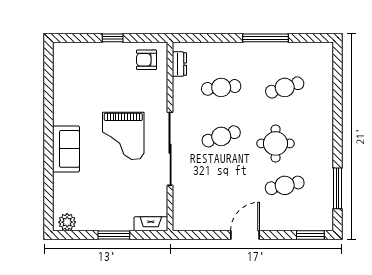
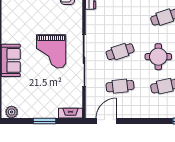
cafe table: (221, 87) -> (120, 86), moved
door: (245, 235) -> (106, 121), moved

